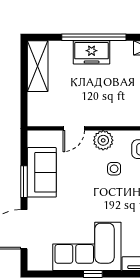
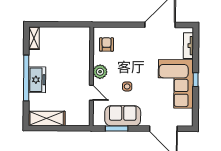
side table: (114, 169) -> (127, 86), moved
window: (24, 182) -> (117, 128), moved

